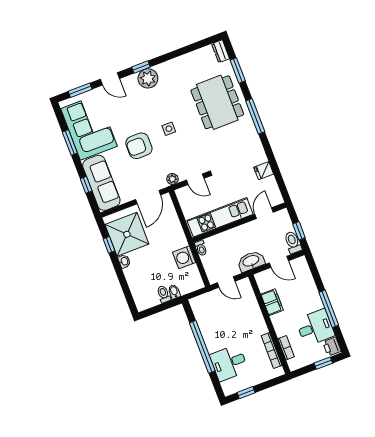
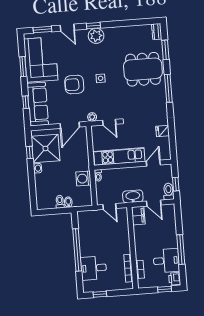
dining table: (217, 102) -> (143, 69), turned 90
filing cabinet: (272, 302) -> (138, 216), moved

